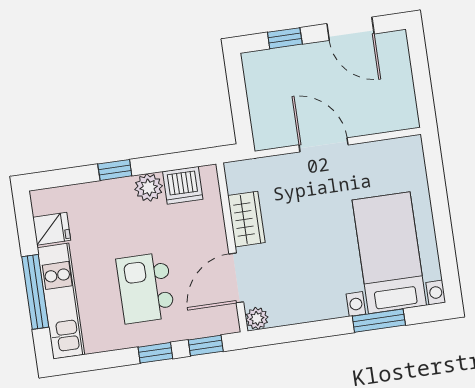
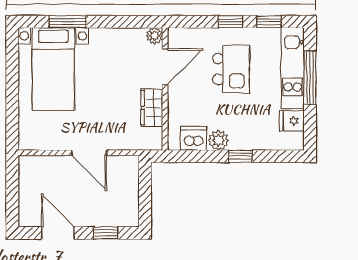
window: (206, 346) -> (269, 22), moved

